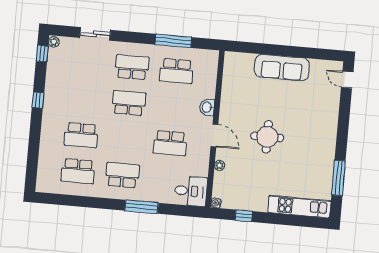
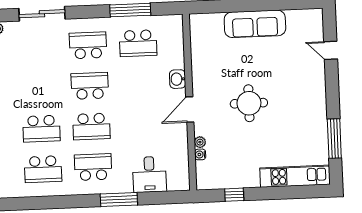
sliding door: (95, 34) -> (42, 14), width x1.37
door: (347, 80) -> (331, 50), moved
door: (214, 136) -> (190, 110), swing flipped
school desk: (170, 143) -> (91, 126), moved
desk: (191, 191) -> (149, 174), moved, turned 90
water cooler: (216, 203) -> (200, 154), moved

